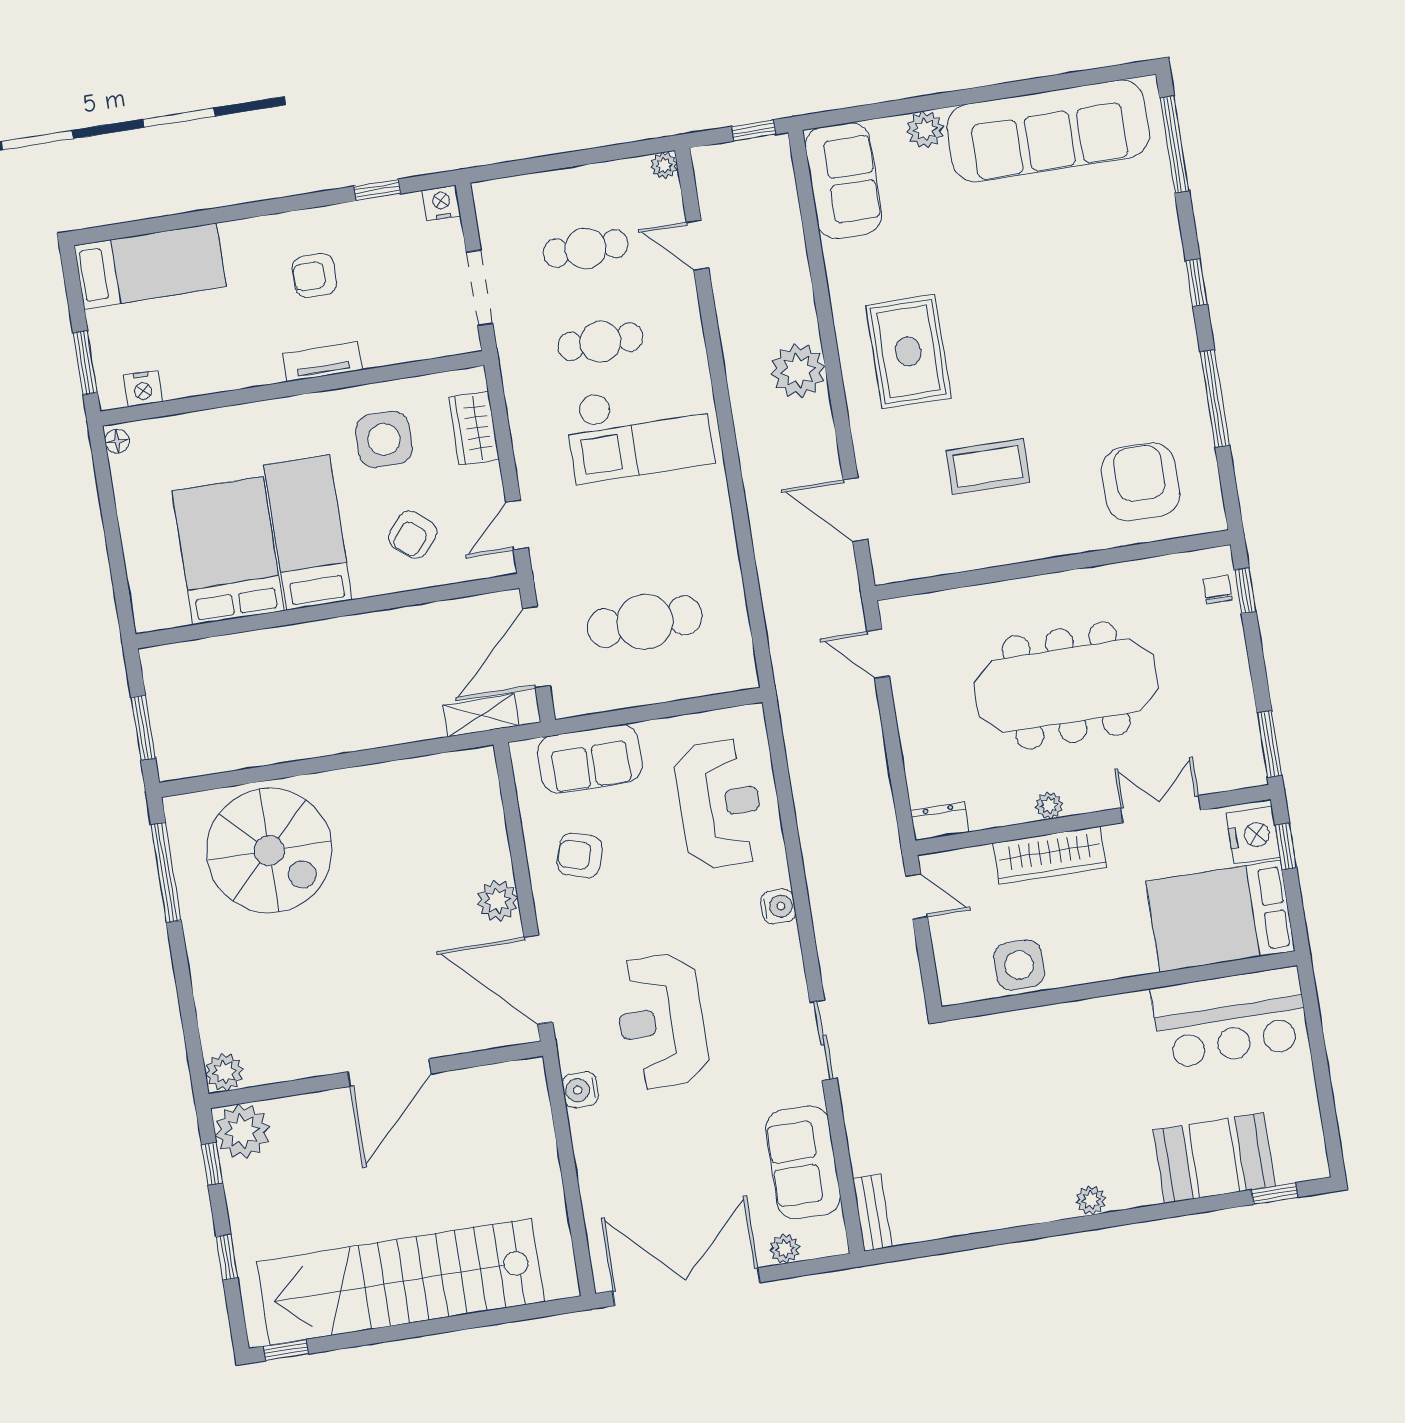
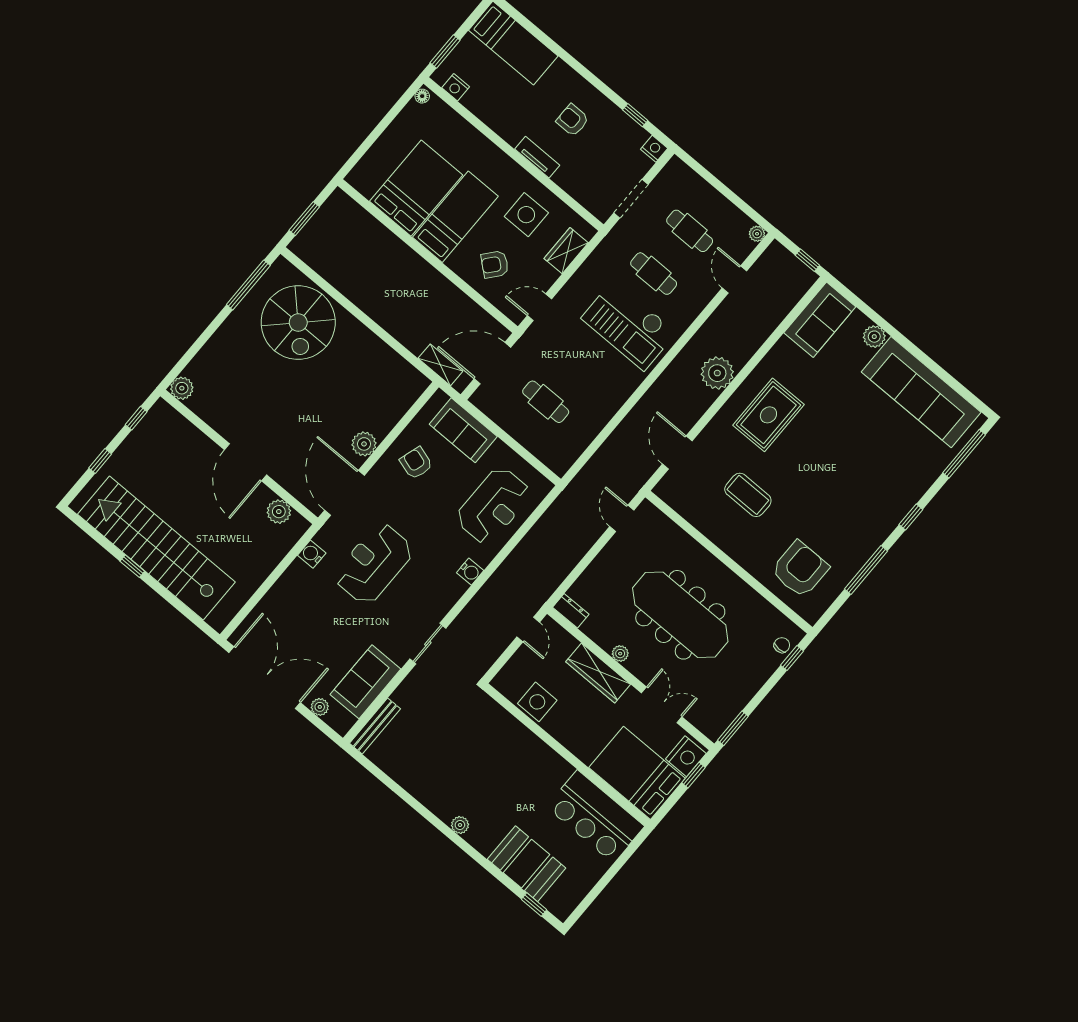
cafe table: (645, 622) -> (546, 402), width x0.73, depth x0.74
door: (390, 1073) -> (245, 462), hinge flipped
plant: (242, 1131) -> (279, 512), moved, width x0.73, depth x0.73
bench: (872, 1213) -> (375, 726), width x1.36
window: (286, 1350) -> (132, 566), moved

